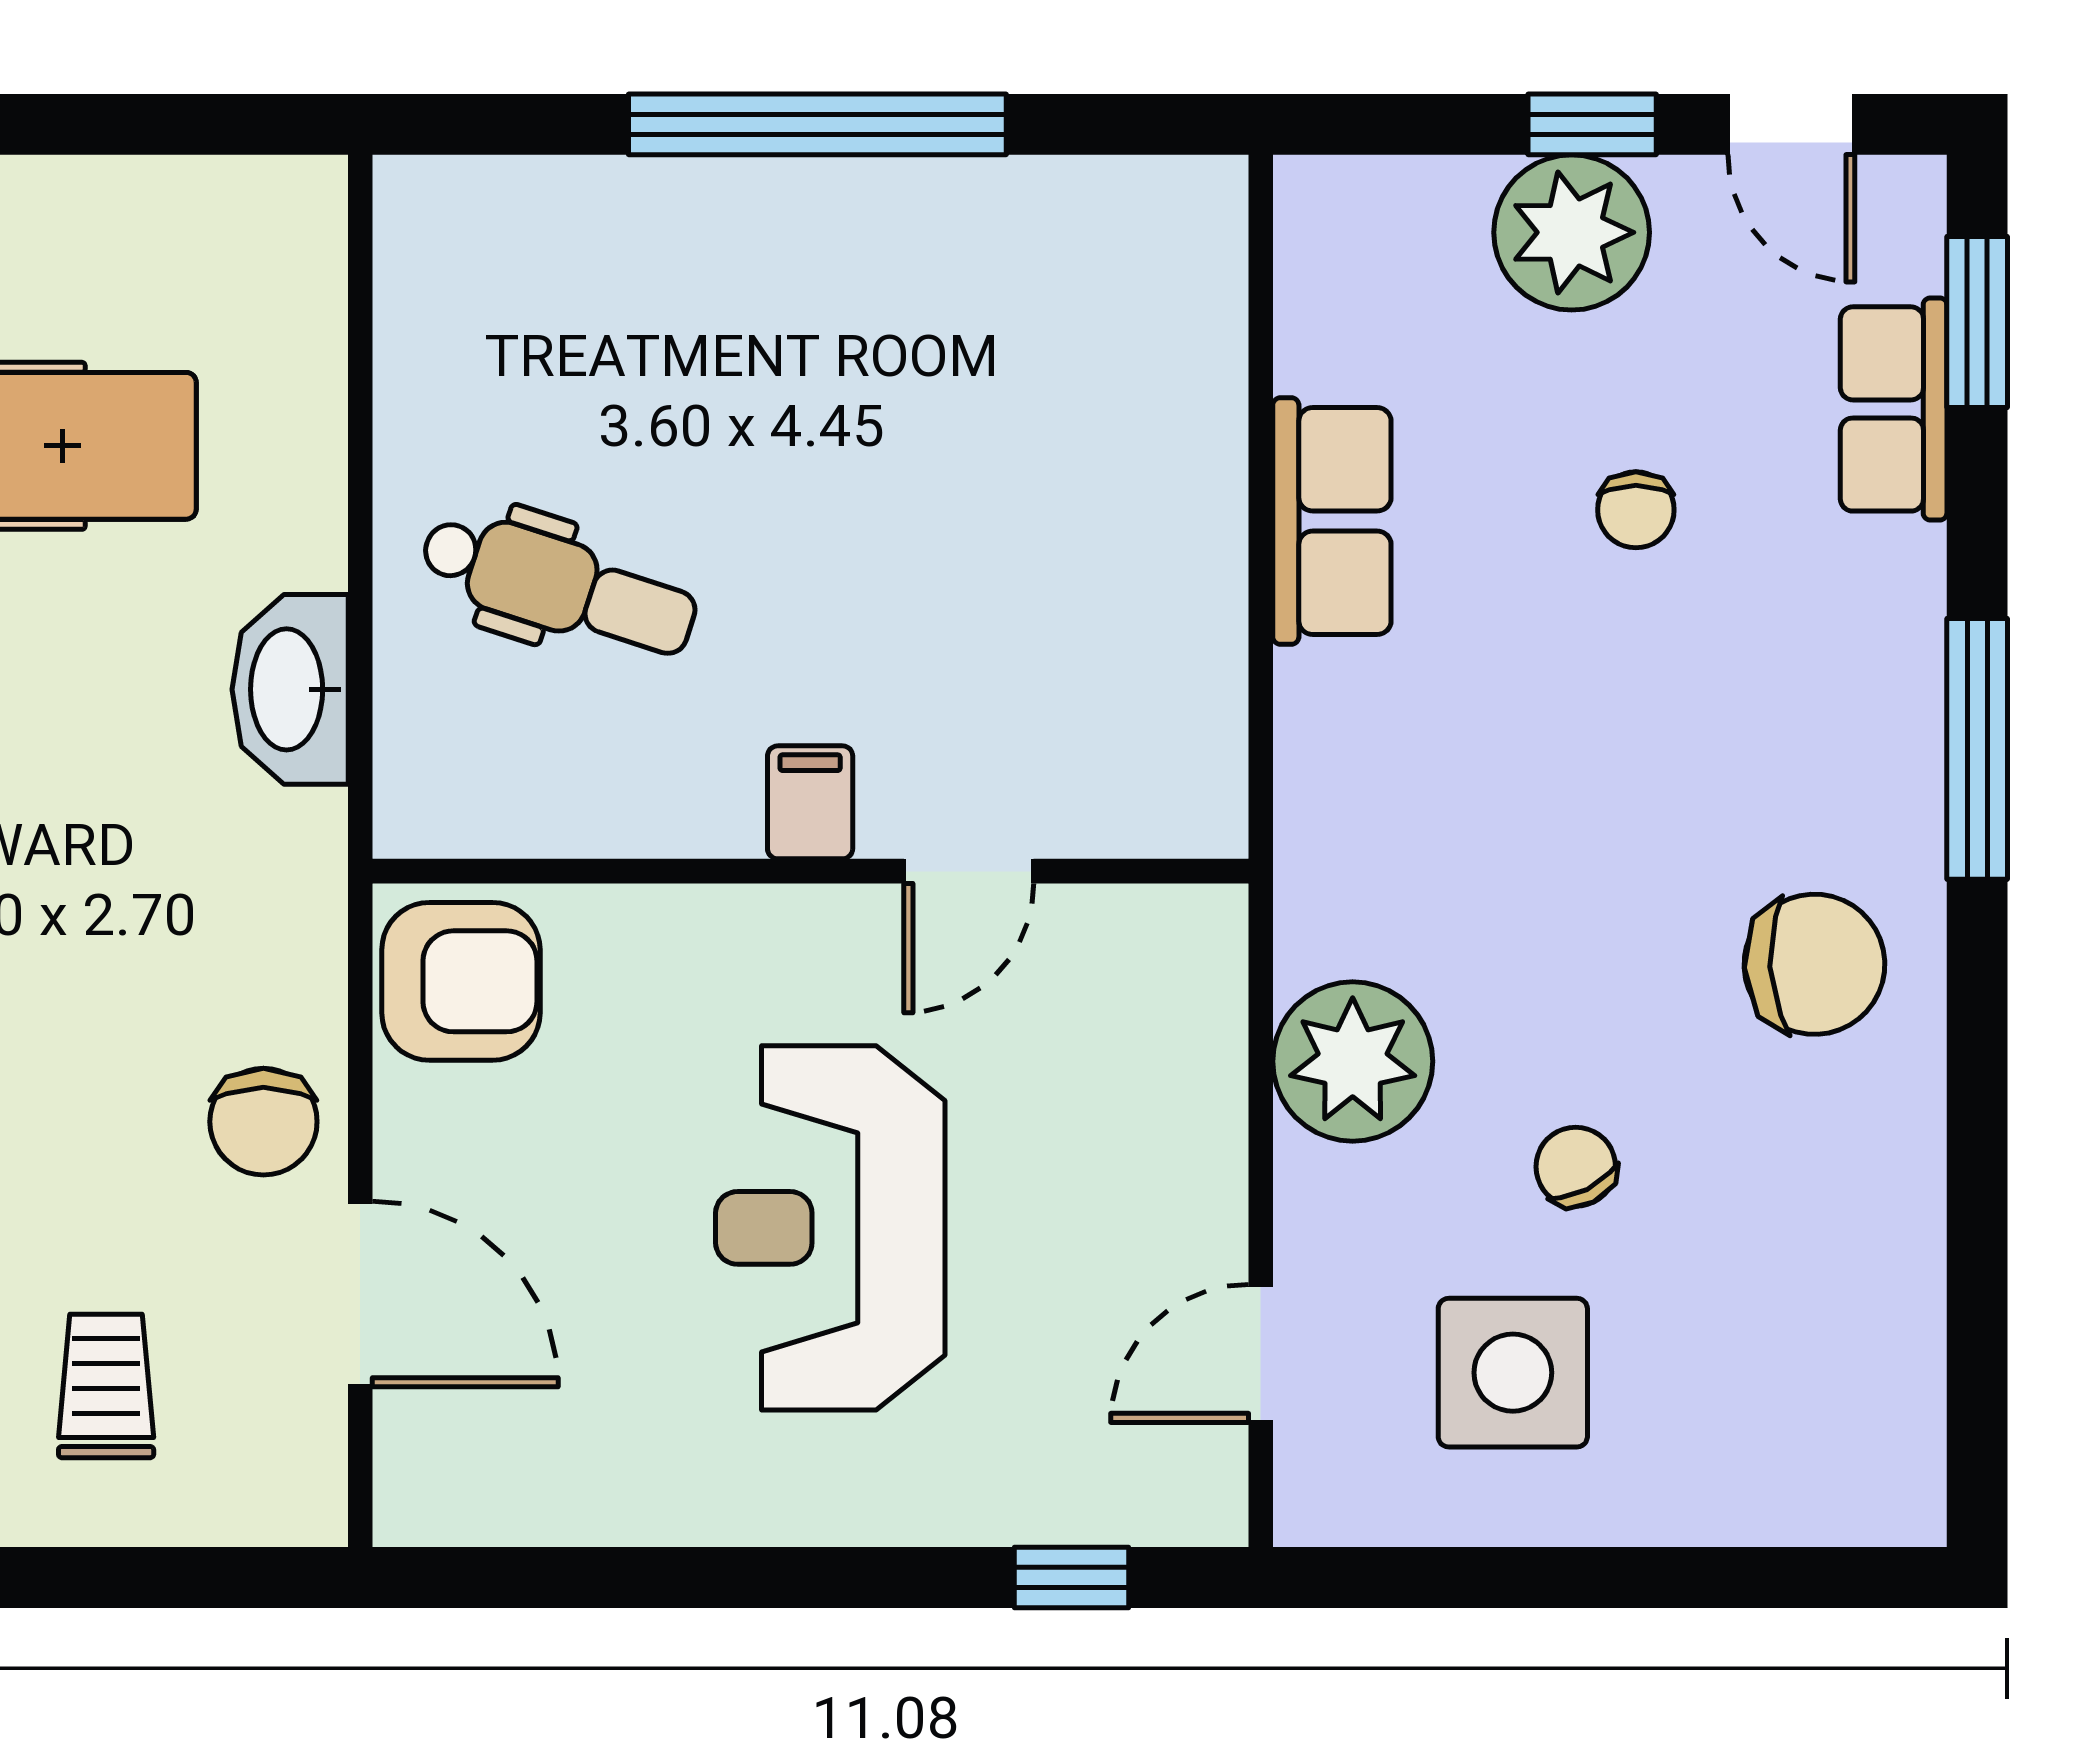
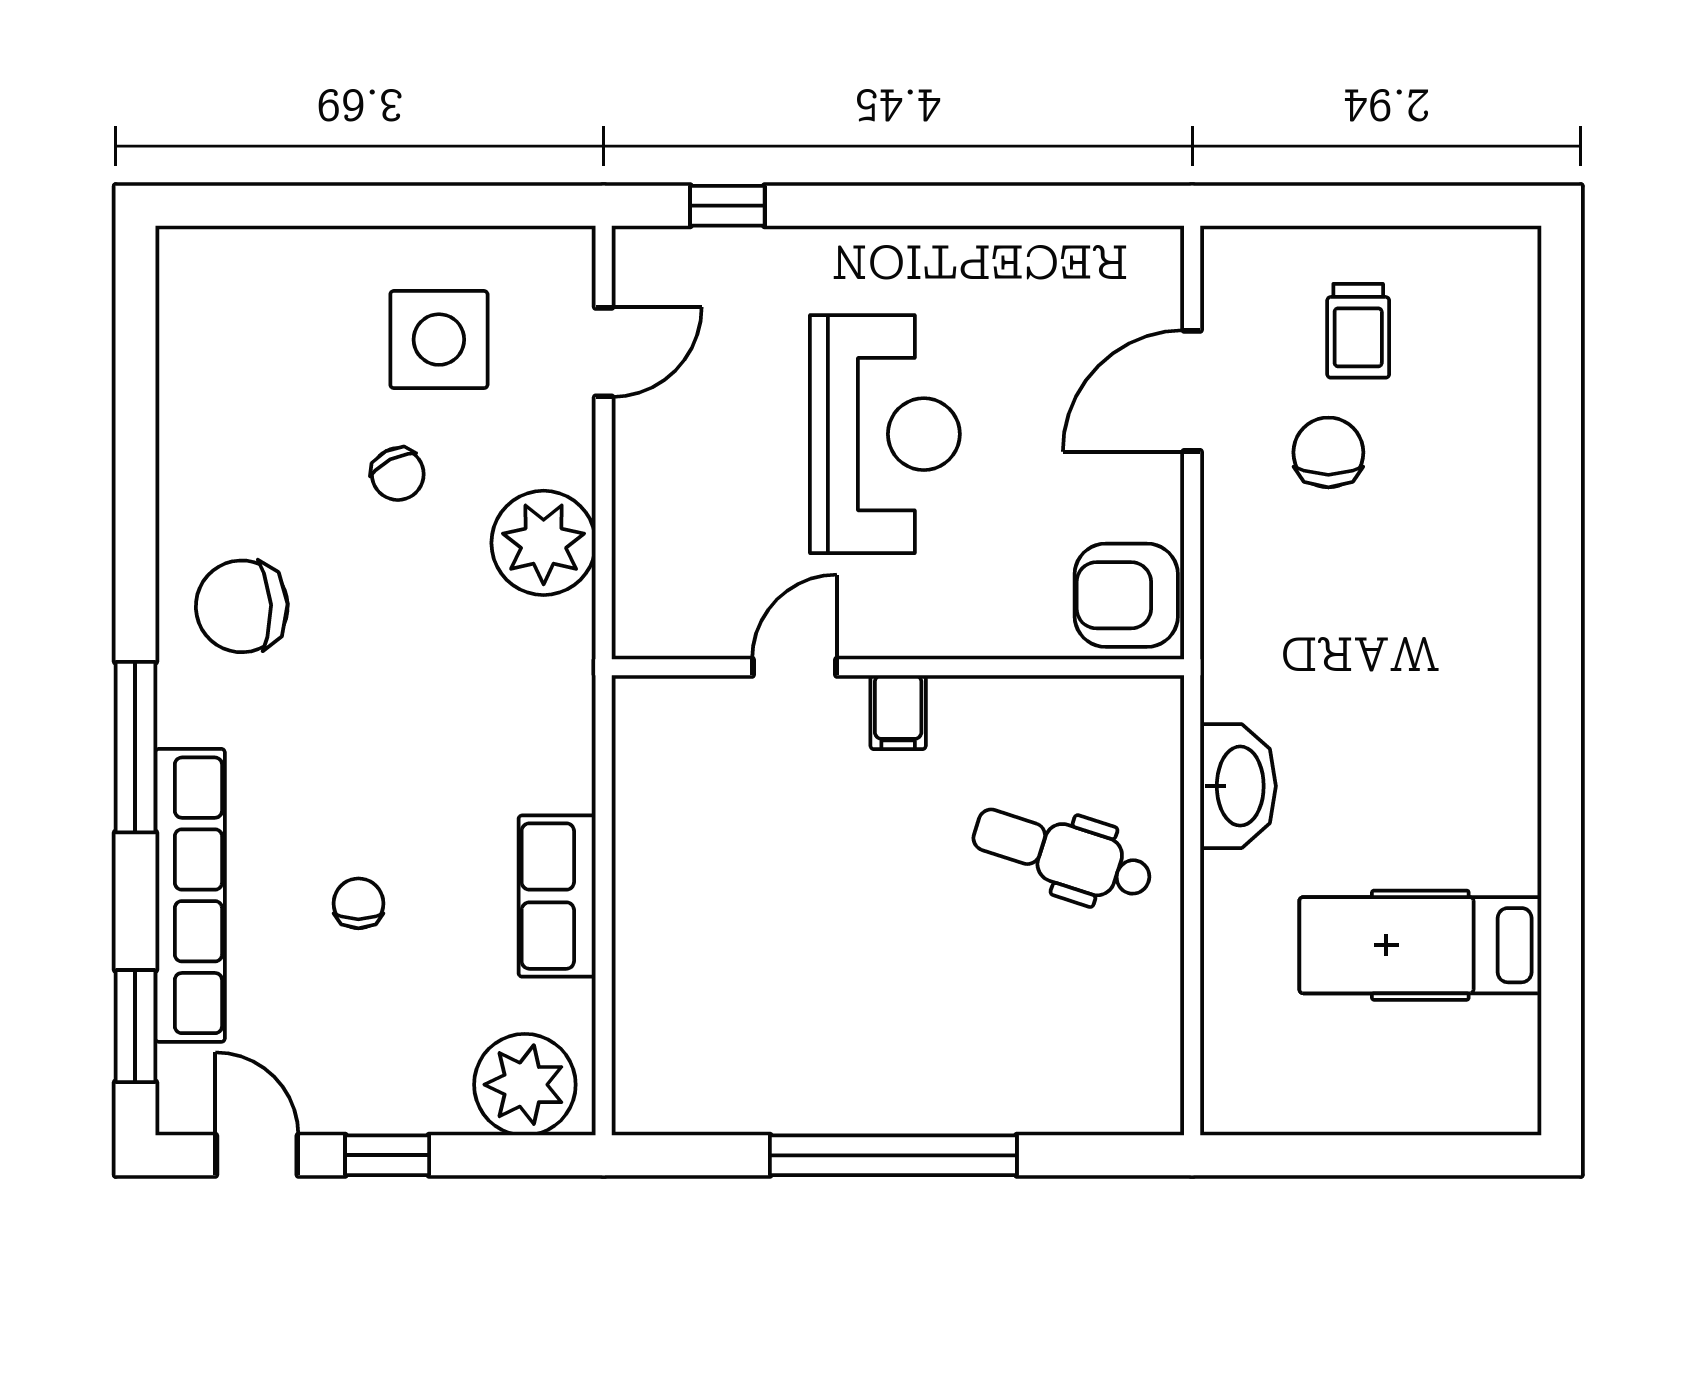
plant: (1572, 232) -> (525, 1085), moved
row of seats: (1894, 409) -> (190, 895), width x2.02
chair: (263, 1122) -> (1328, 452), moved
door: (360, 1294) -> (1192, 391), hinge flipped

